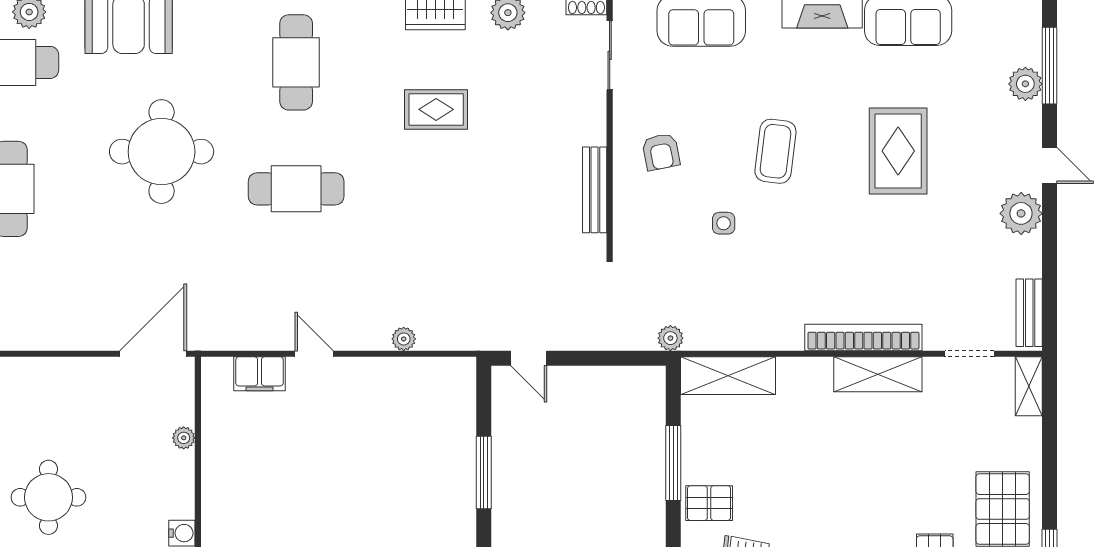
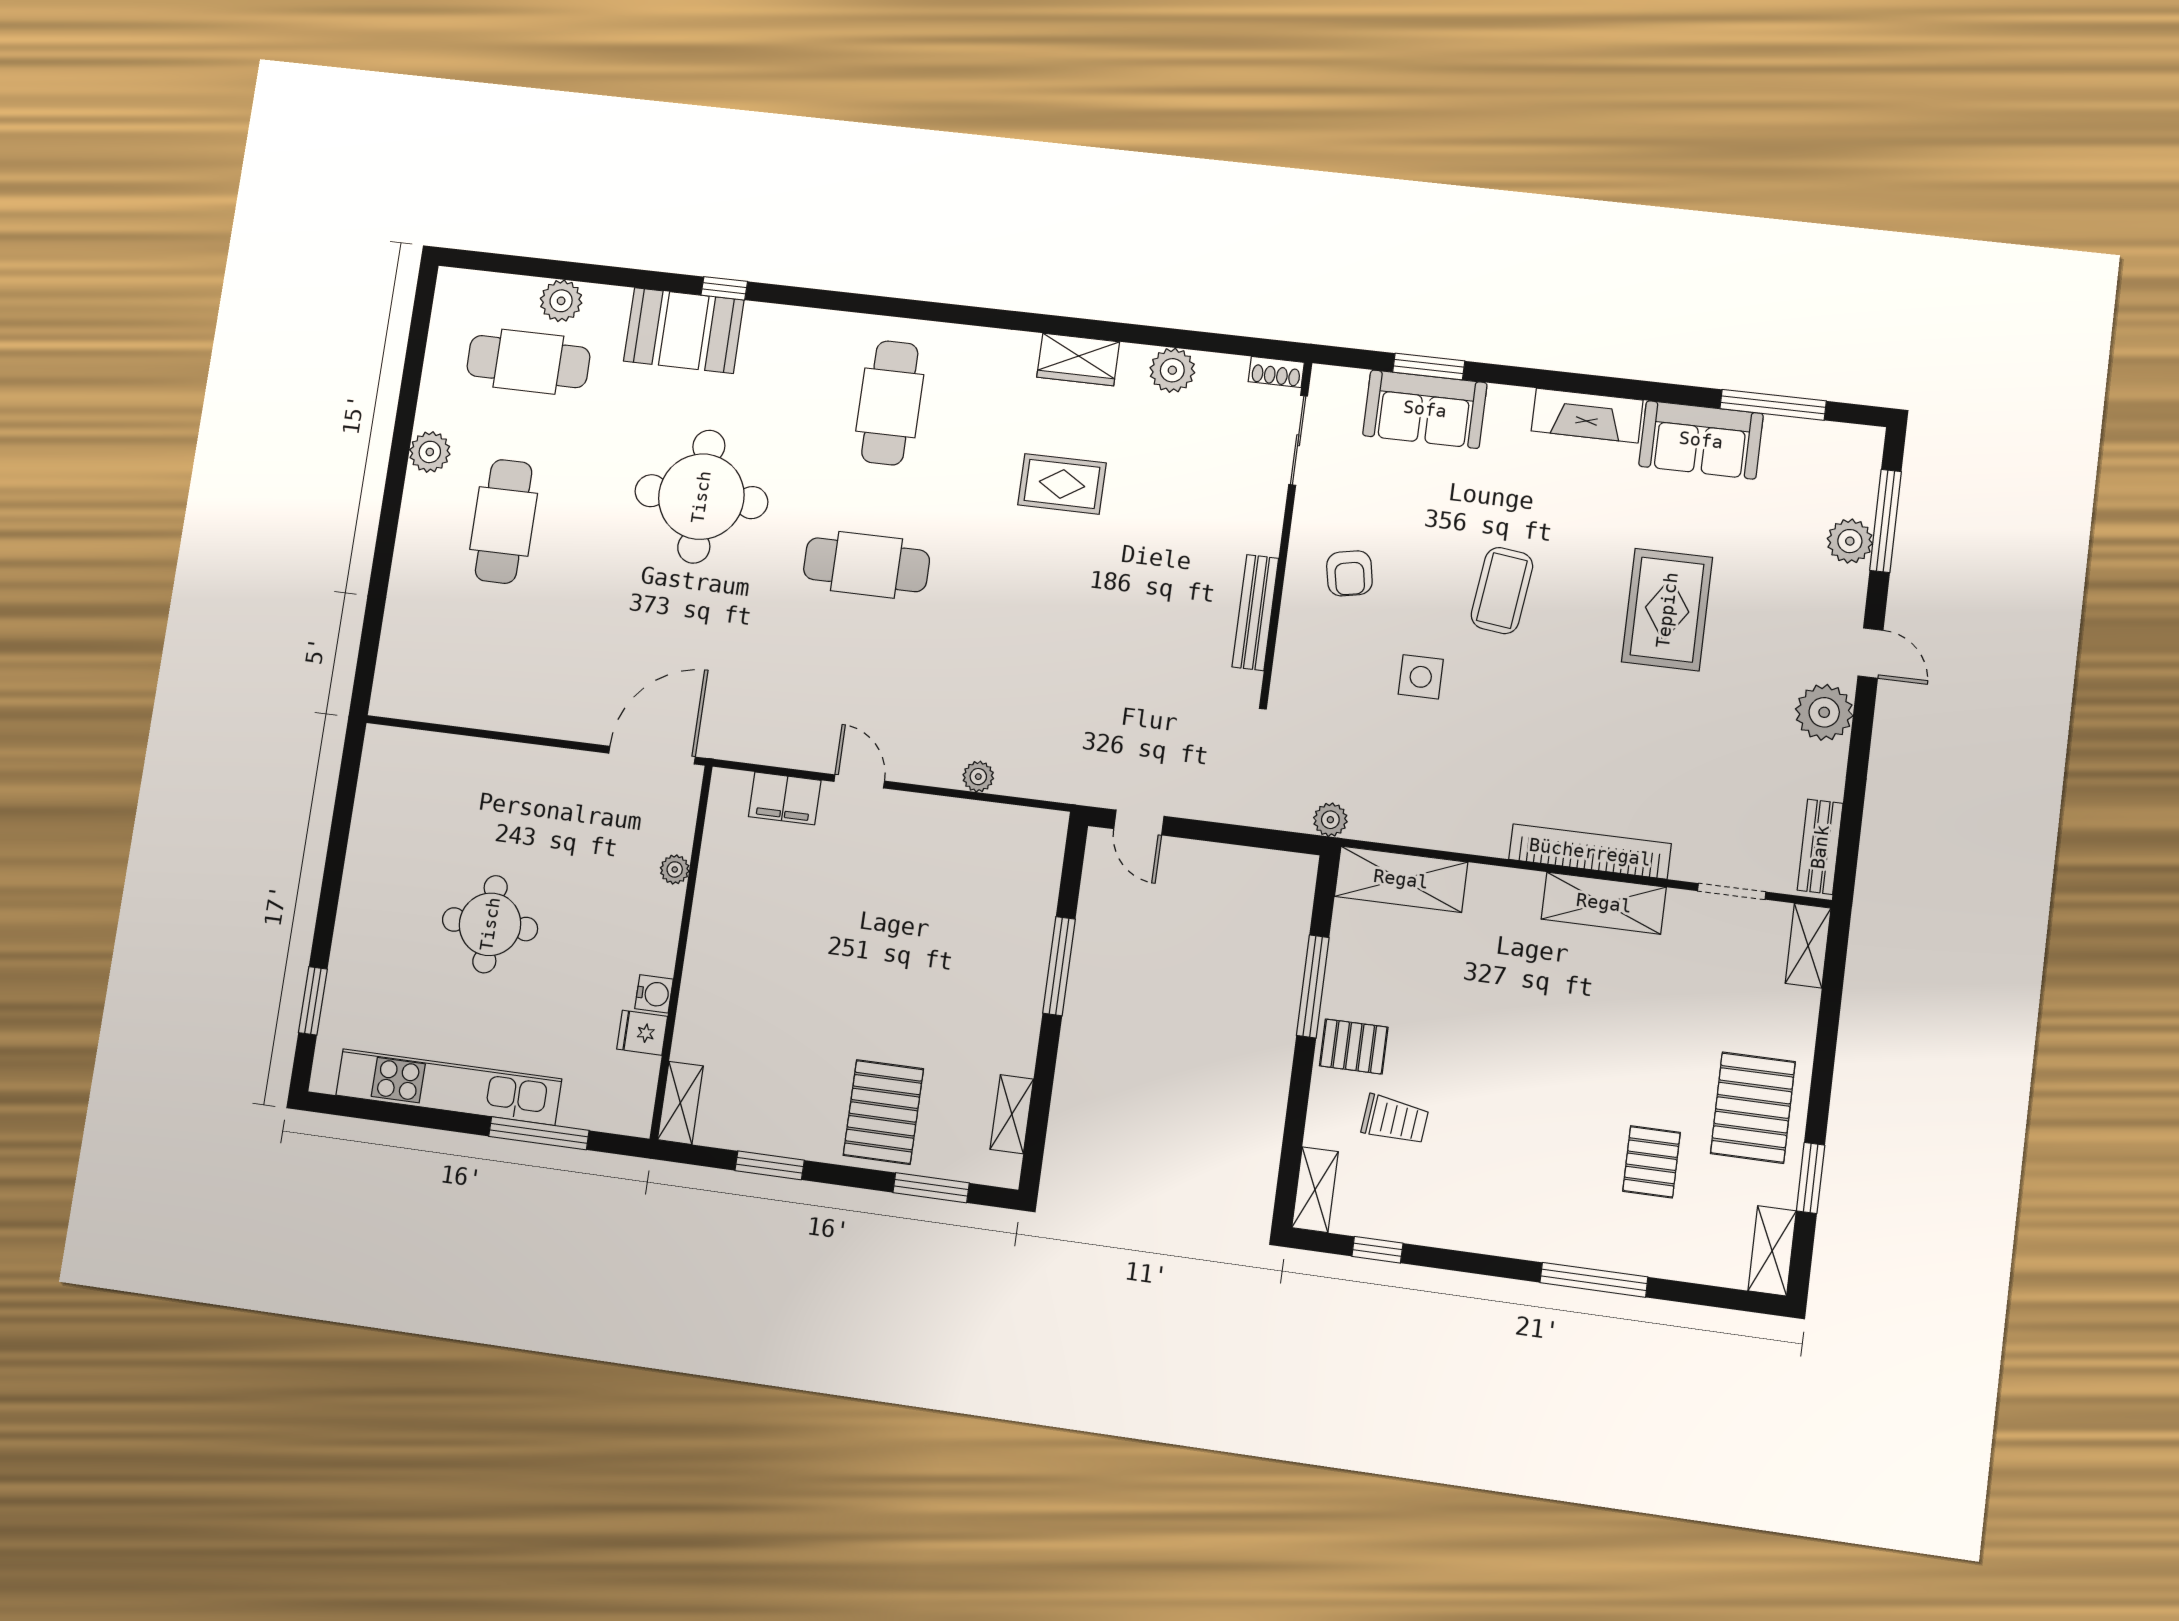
side table: (724, 223) -> (1421, 677), width x1.37, depth x1.37

